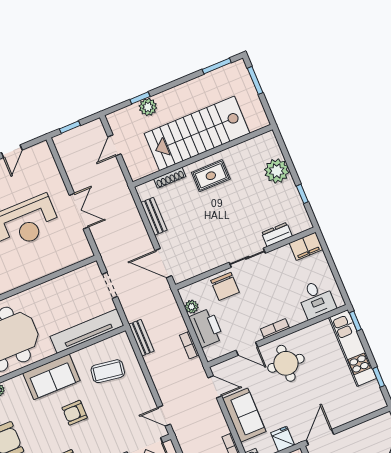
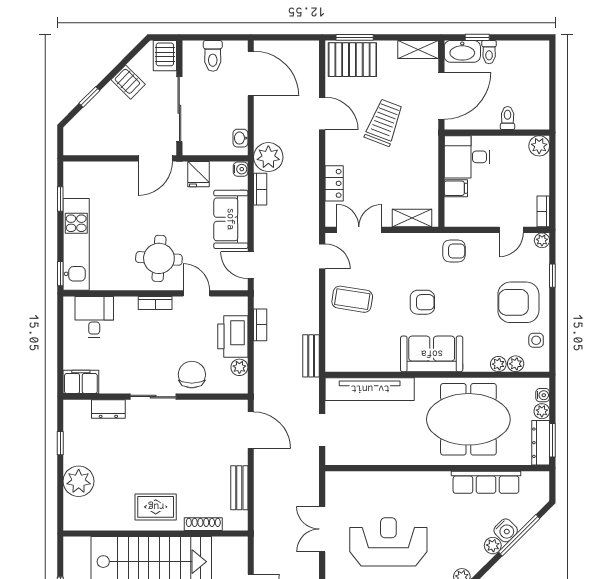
coffee table: (108, 371) -> (352, 299), moved

